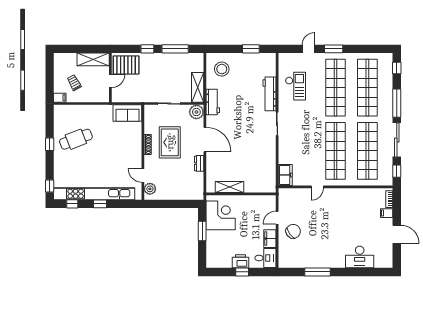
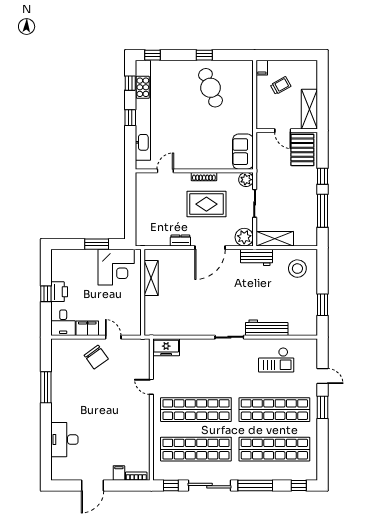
plant: (150, 189) -> (246, 180), moved

